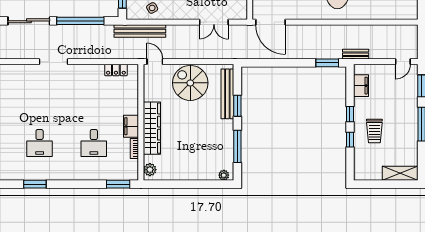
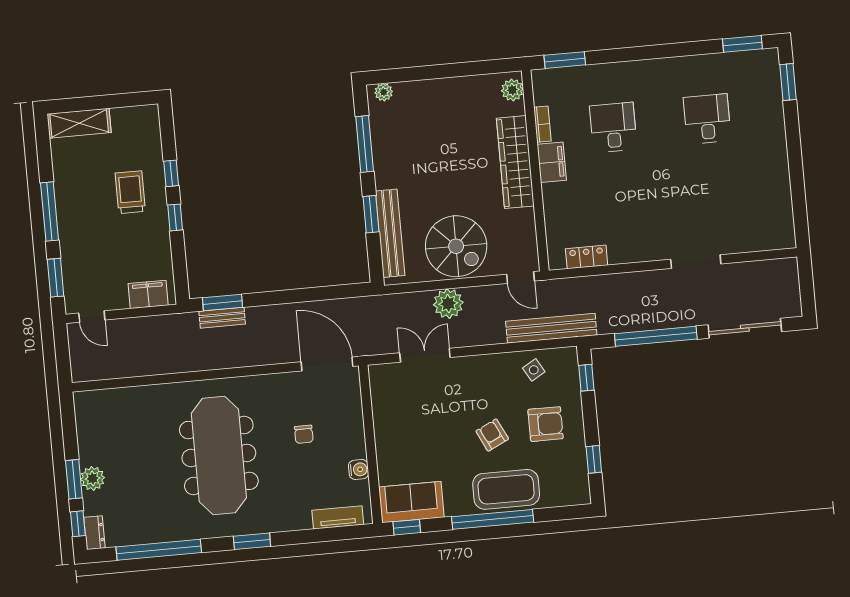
plant: (198, 50) -> (448, 304), added
bench: (356, 54) -> (222, 318), moved
door: (403, 62) -> (92, 317), swing flipped
filing cabinet: (361, 86) -> (148, 294), moved, turned 90
window: (35, 184) -> (742, 44), moved

